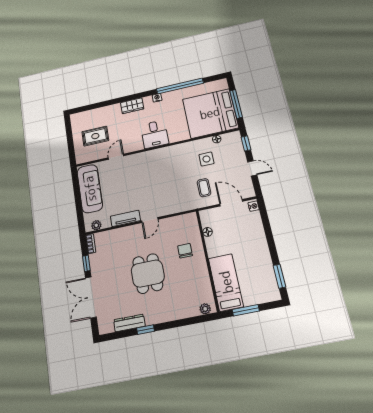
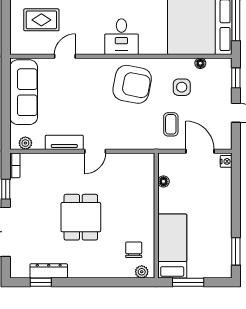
armchair: (169, 165) -> (132, 84), added
chair: (185, 251) -> (134, 250), moved
window: (146, 330) -> (41, 282), moved

